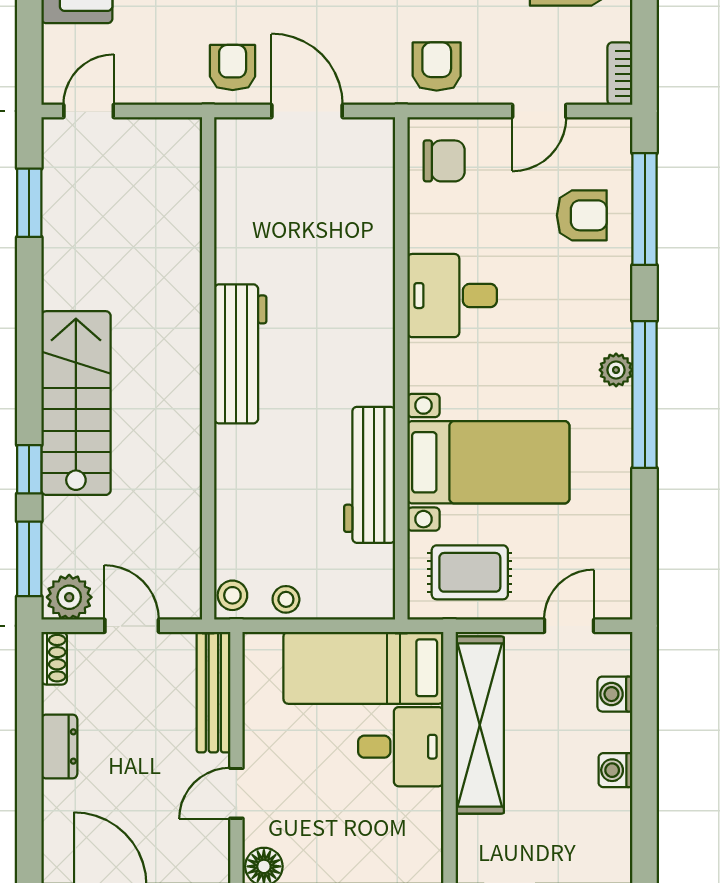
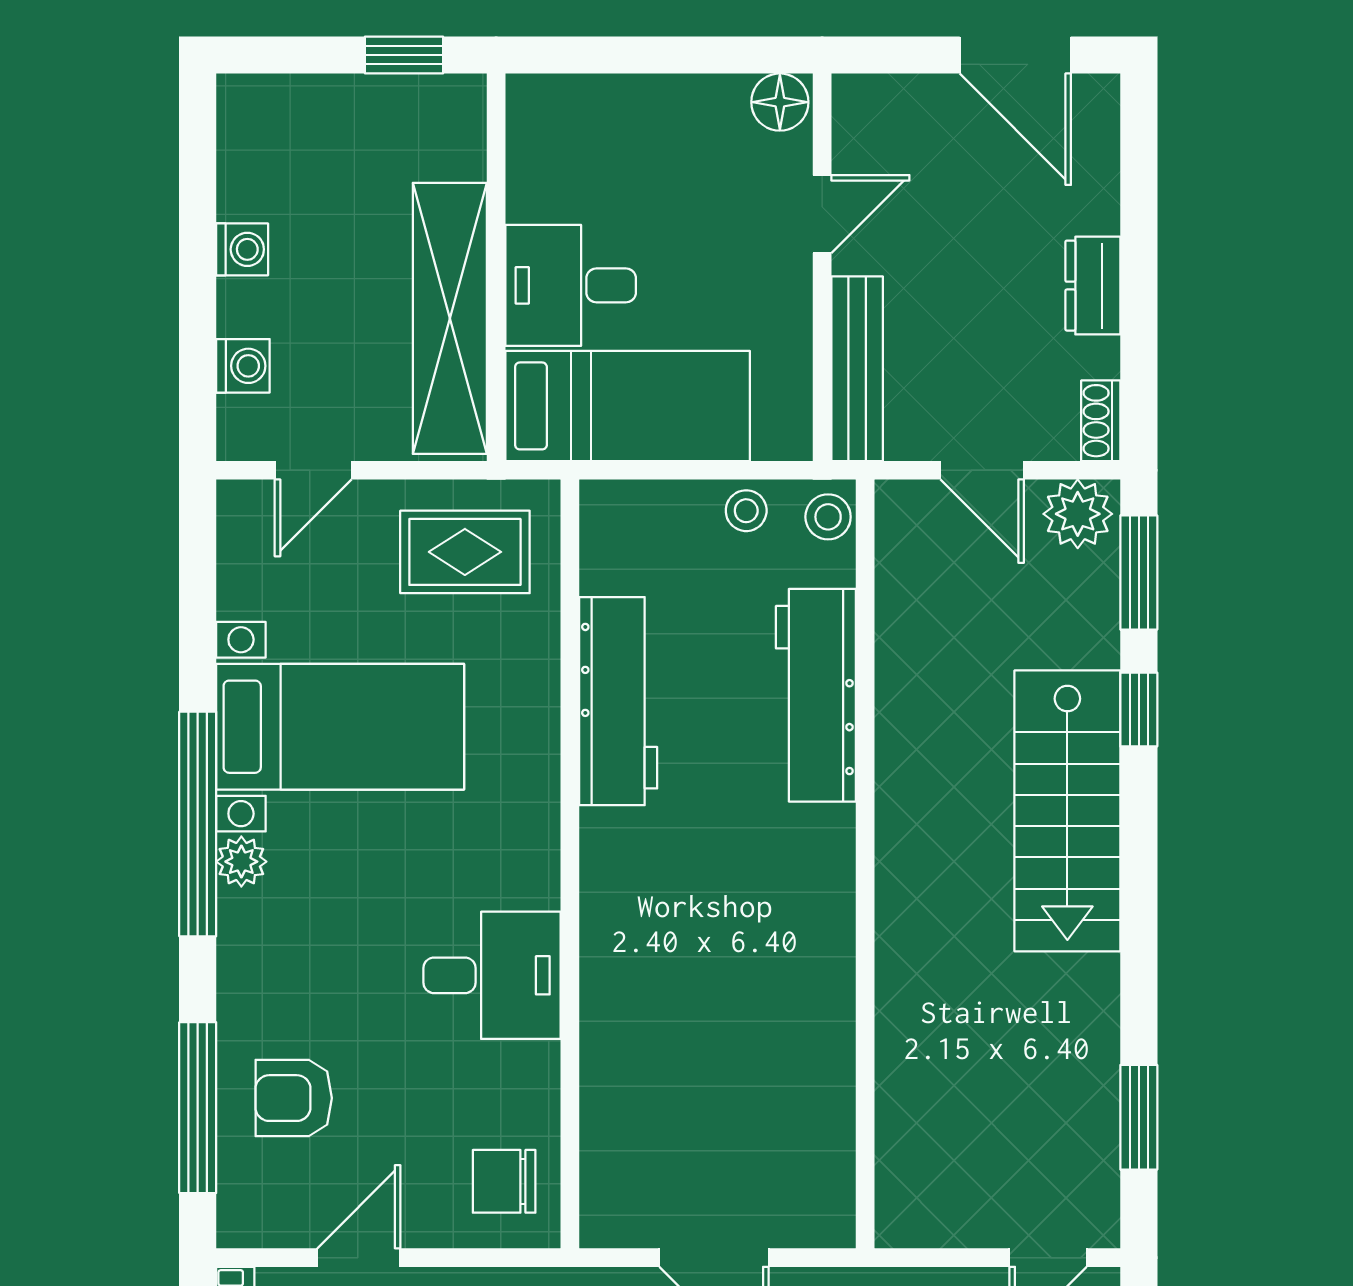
workbench: (240, 354) -> (816, 695), moved
bed with nightstands: (488, 462) -> (340, 727), moved, turned 180

